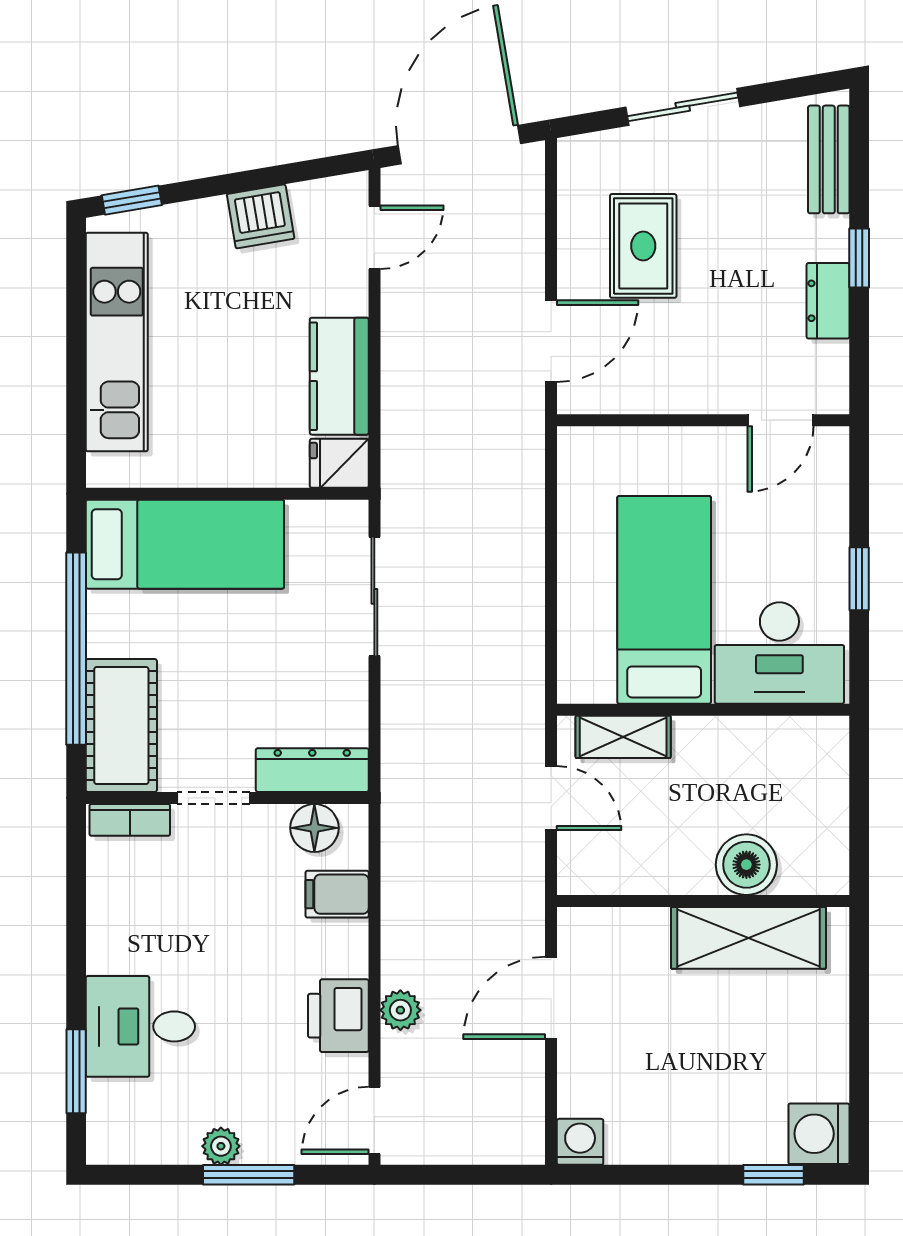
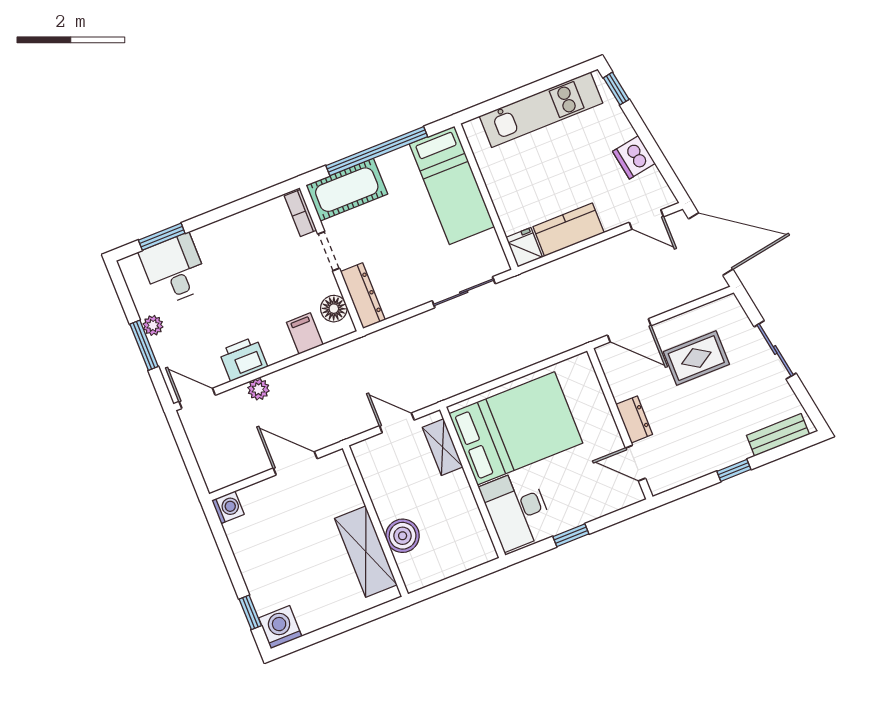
dresser: (828, 301) -> (634, 419), moved, turned 90
bed: (664, 600) -> (516, 428), width x1.50
door: (551, 798) -> (397, 423), swing flipped
desk: (140, 1026) -> (174, 269), moved

